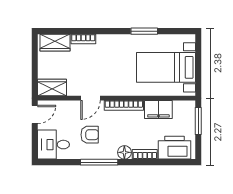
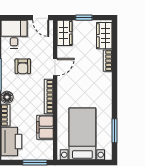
window: (144, 31) -> (115, 131), moved
window: (35, 66) -> (84, 18), added
door: (90, 98) -> (55, 67), swing flipped

